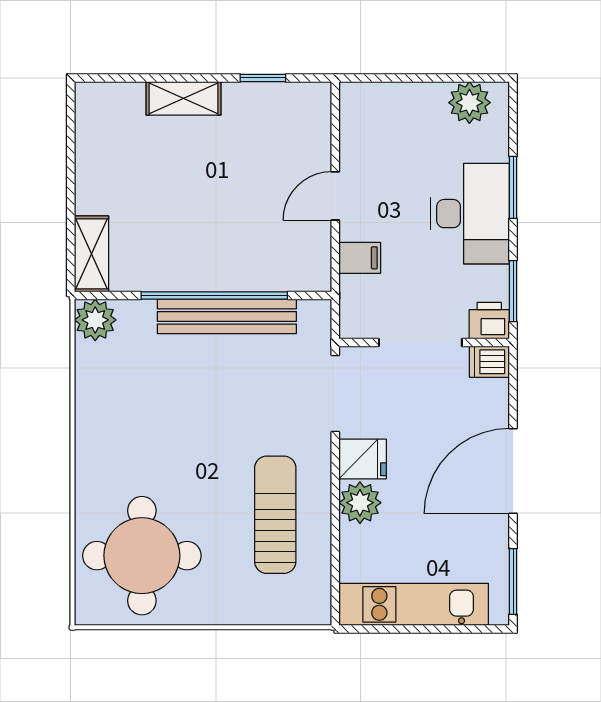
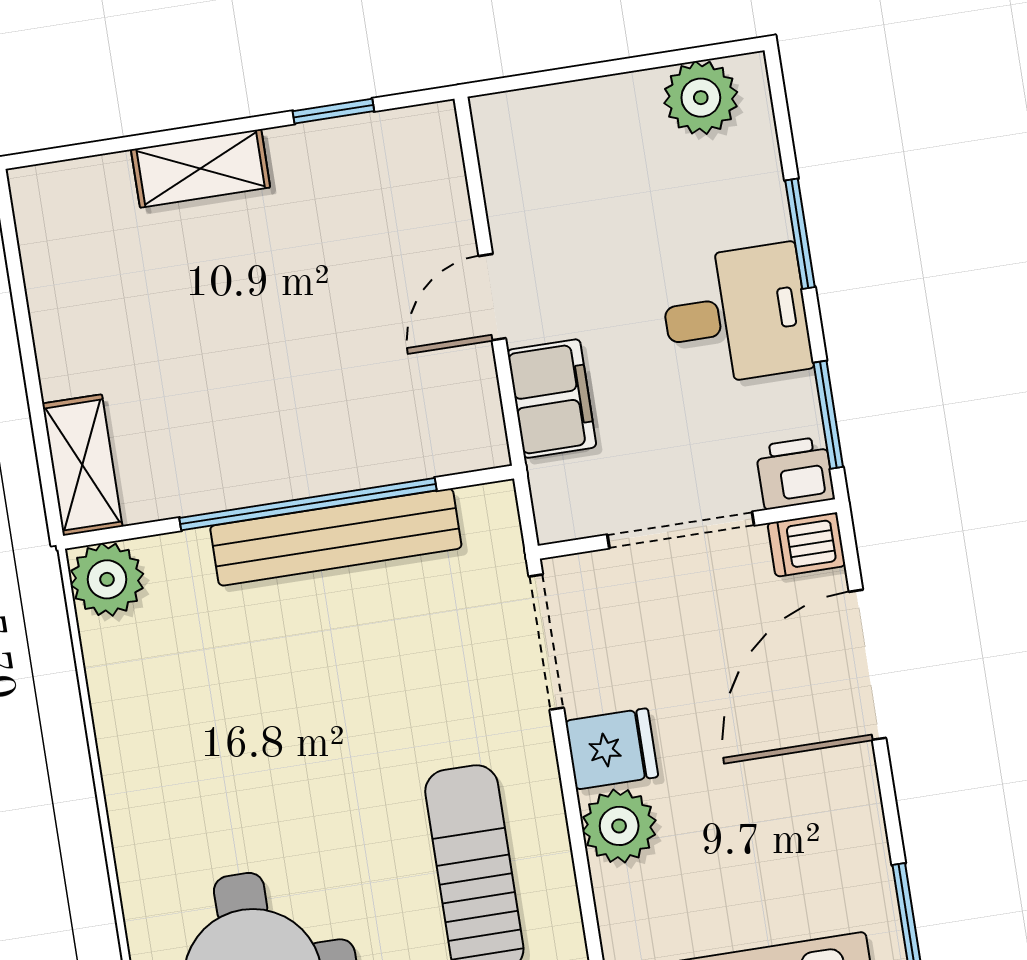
desk: (470, 214) -> (736, 315), width x0.73
filing cabinet: (360, 258) -> (552, 399), width x2.00
door: (513, 471) -> (867, 665), moved

